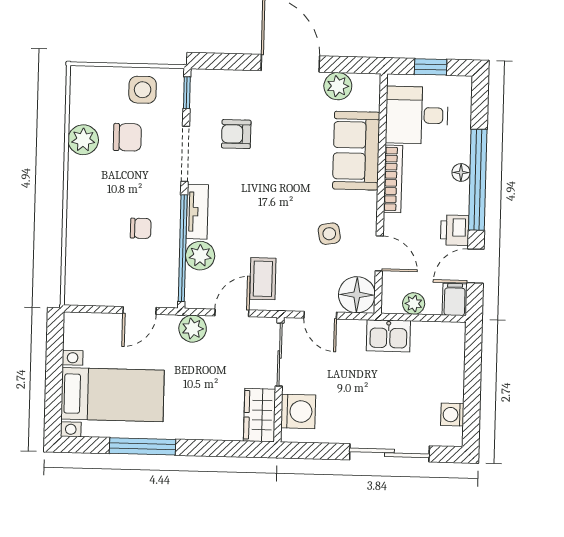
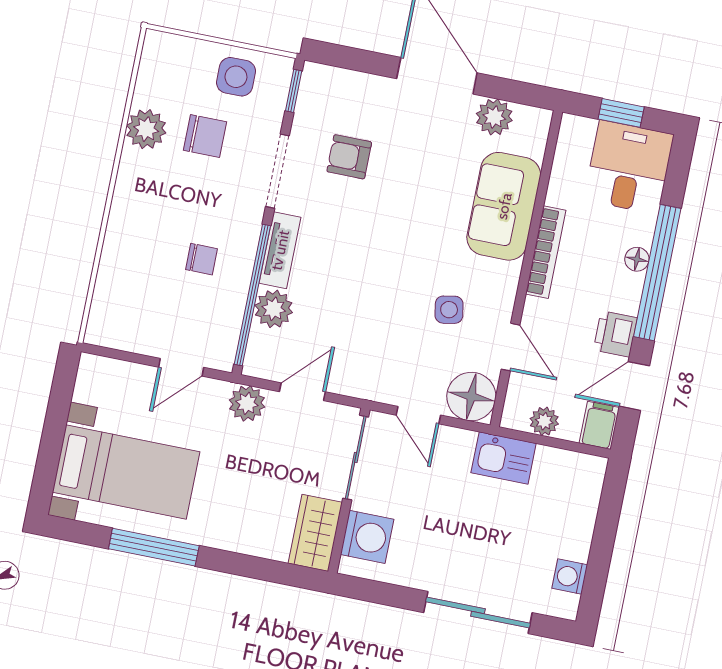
desk: (417, 115) -> (629, 167), moved, turned 90
coffee table: (263, 279) -> (351, 354), removed

